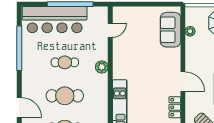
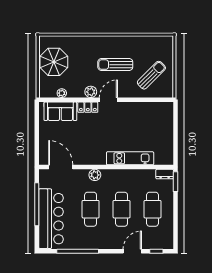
door: (110, 30) -> (61, 167), width x1.88
cafe table: (65, 62) -> (91, 209), width x1.37, depth x1.35
plant: (191, 63) -> (91, 92), added
locker: (175, 107) -> (88, 107), moved

